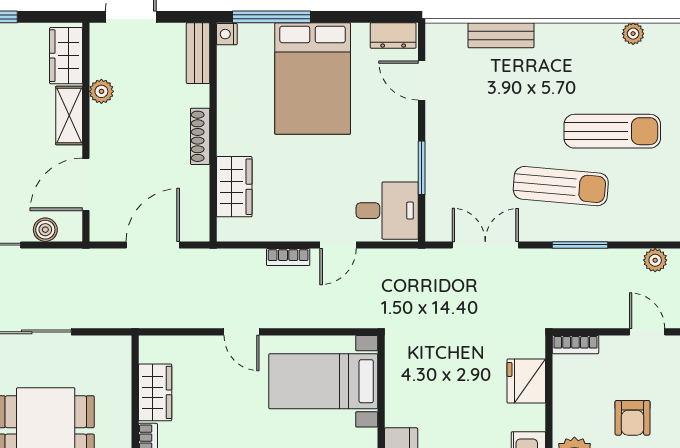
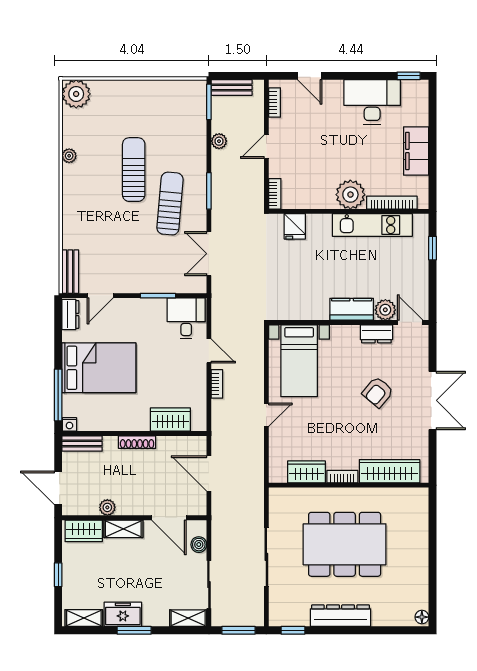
bench: (501, 35) -> (70, 272), moved
fridge: (526, 381) -> (295, 226), width x0.72
armchair: (632, 418) -> (323, 156), removed

